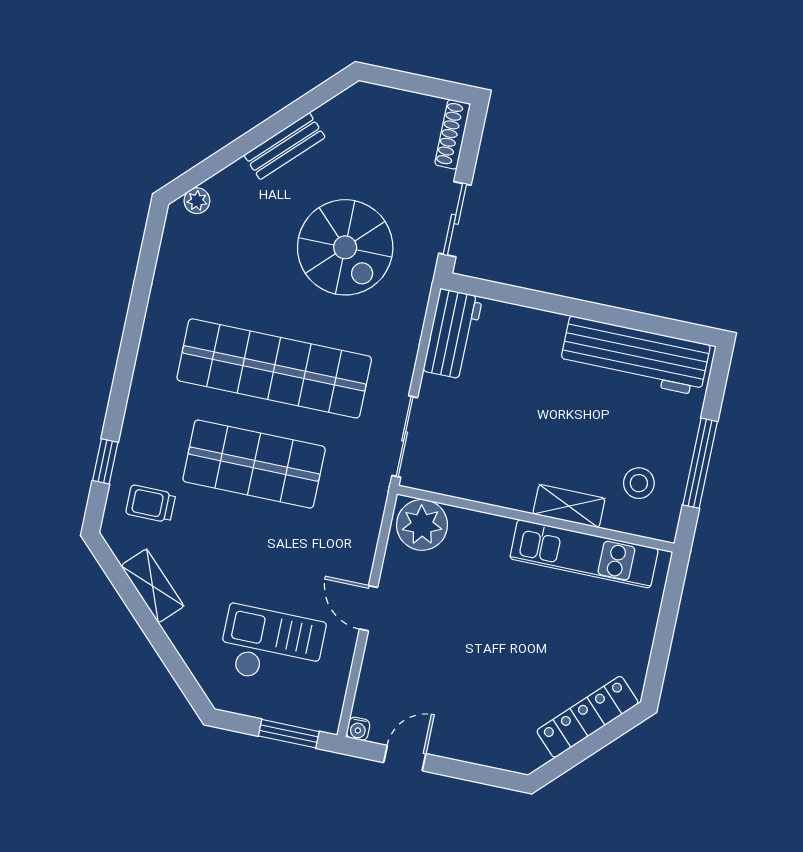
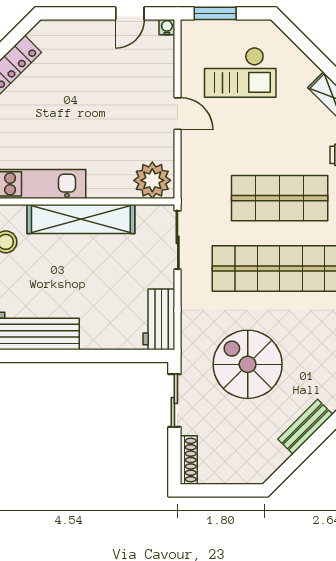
shelving: (569, 506) -> (81, 219), width x2.20, depth x1.33

